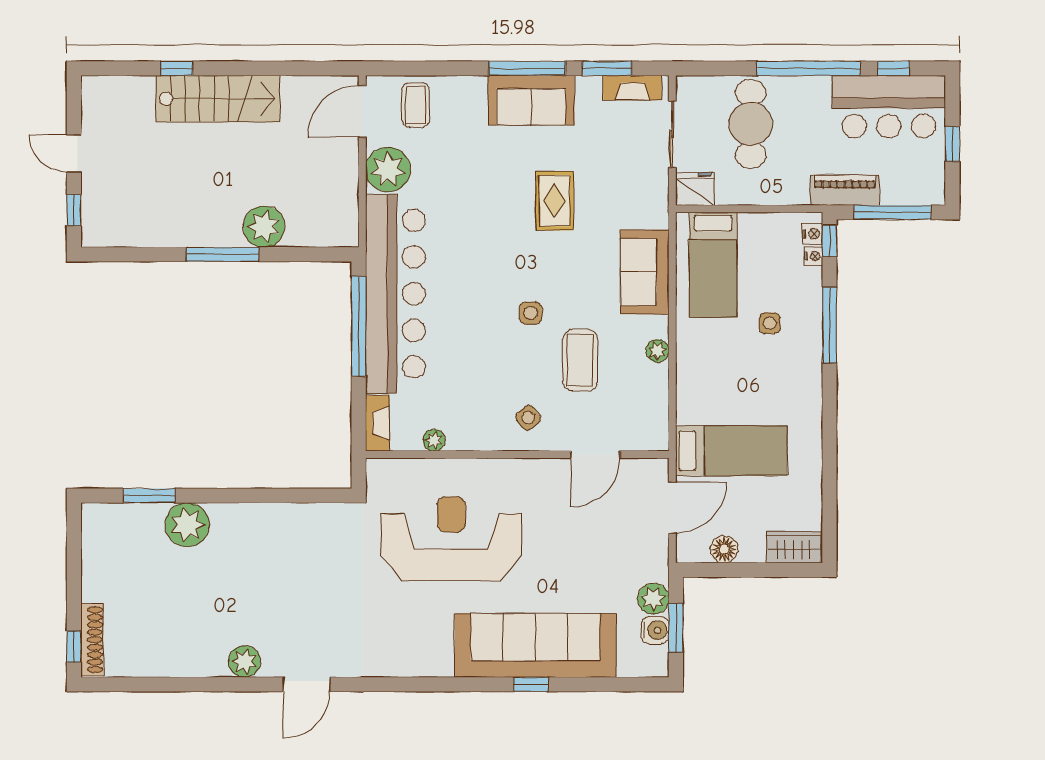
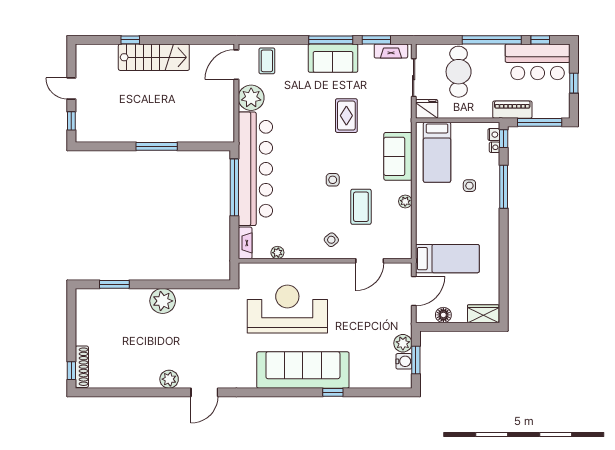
plant: (264, 227) -> (180, 130), removed
plant: (187, 525) -> (163, 301), moved
sofa: (535, 645) -> (303, 370), moved

